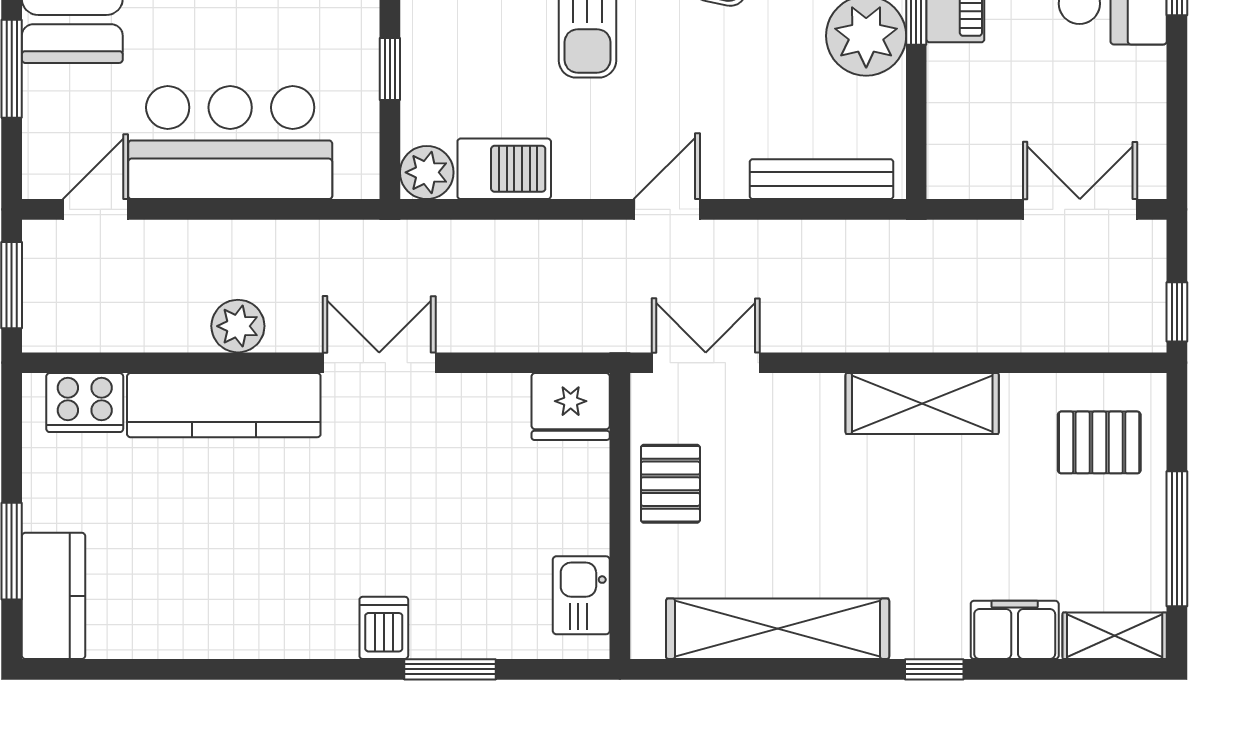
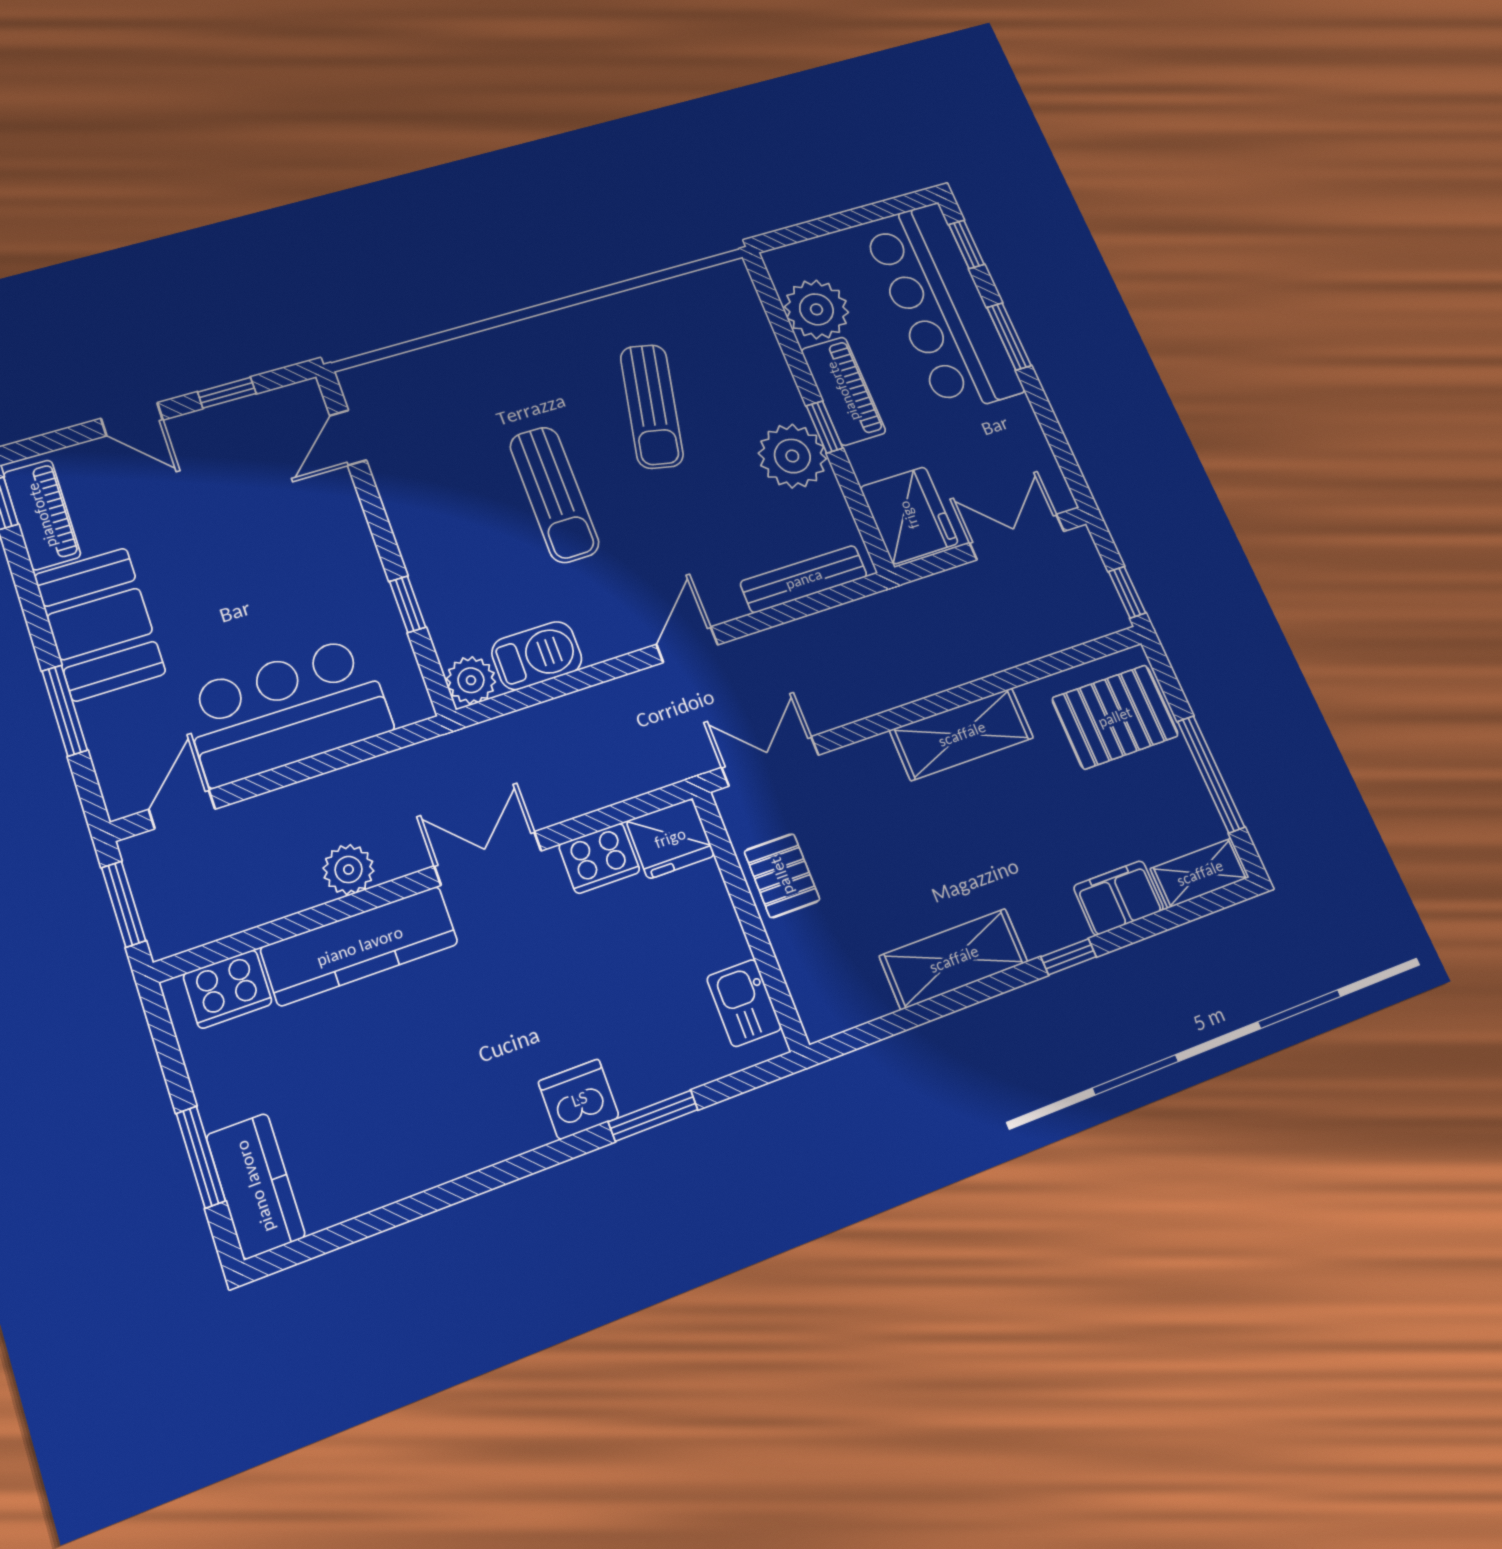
fridge: (969, 145) -> (909, 515), added
cooker: (491, 401) -> (599, 858), added
pallet: (1099, 442) -> (1115, 717), width x1.50, depth x1.42
dishwasher: (384, 628) -> (579, 1099), width x1.38
shelving: (778, 629) -> (954, 959), width x0.68

